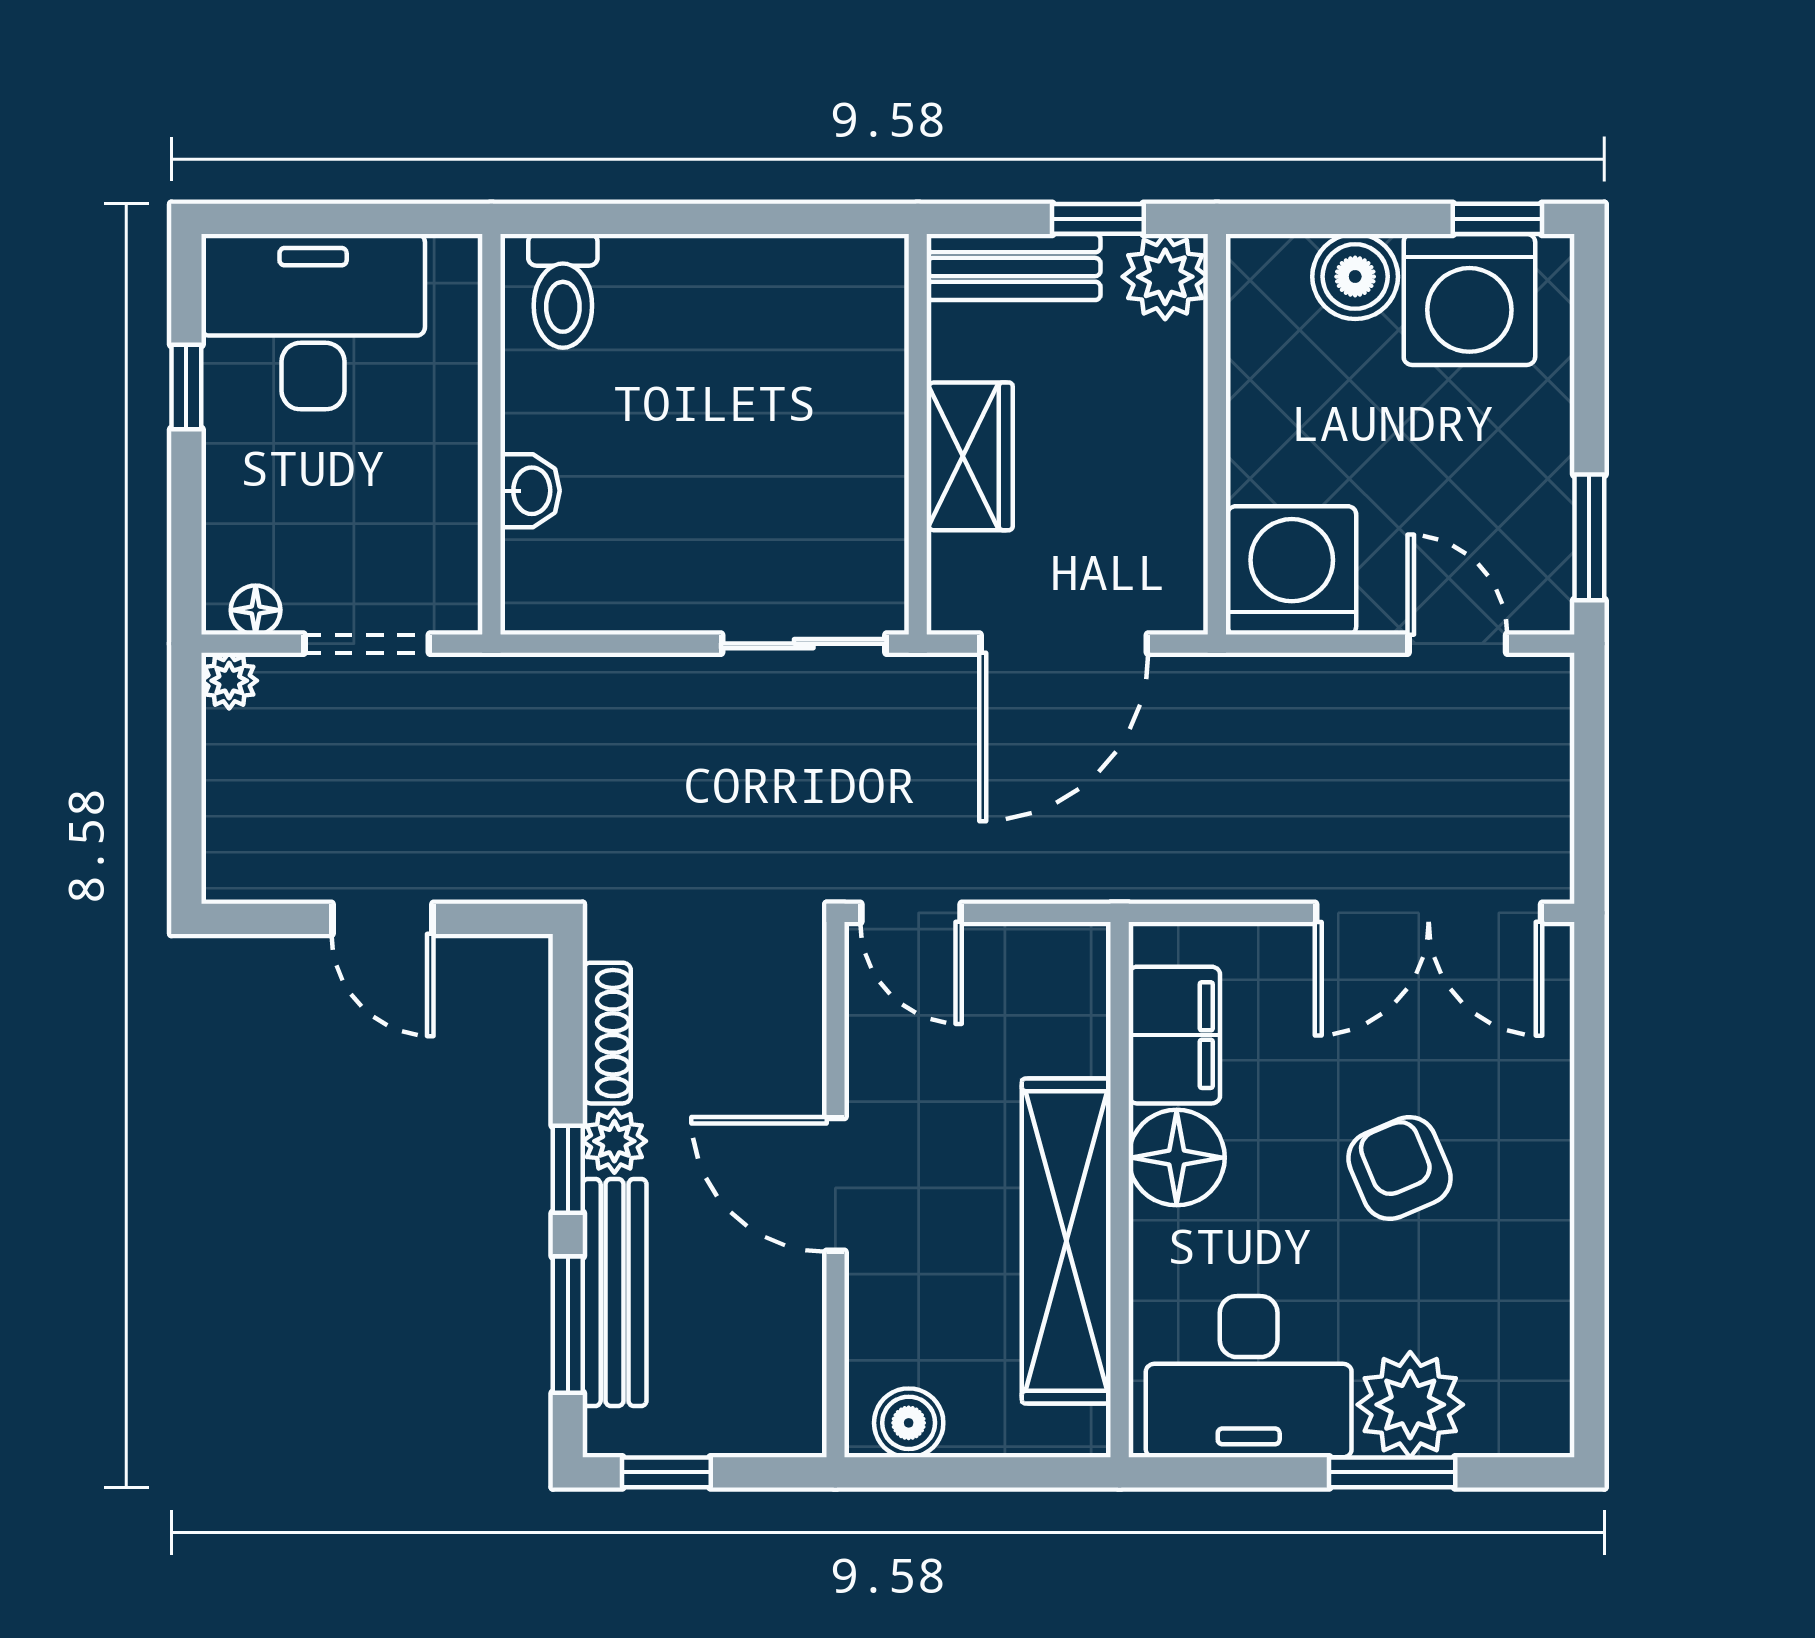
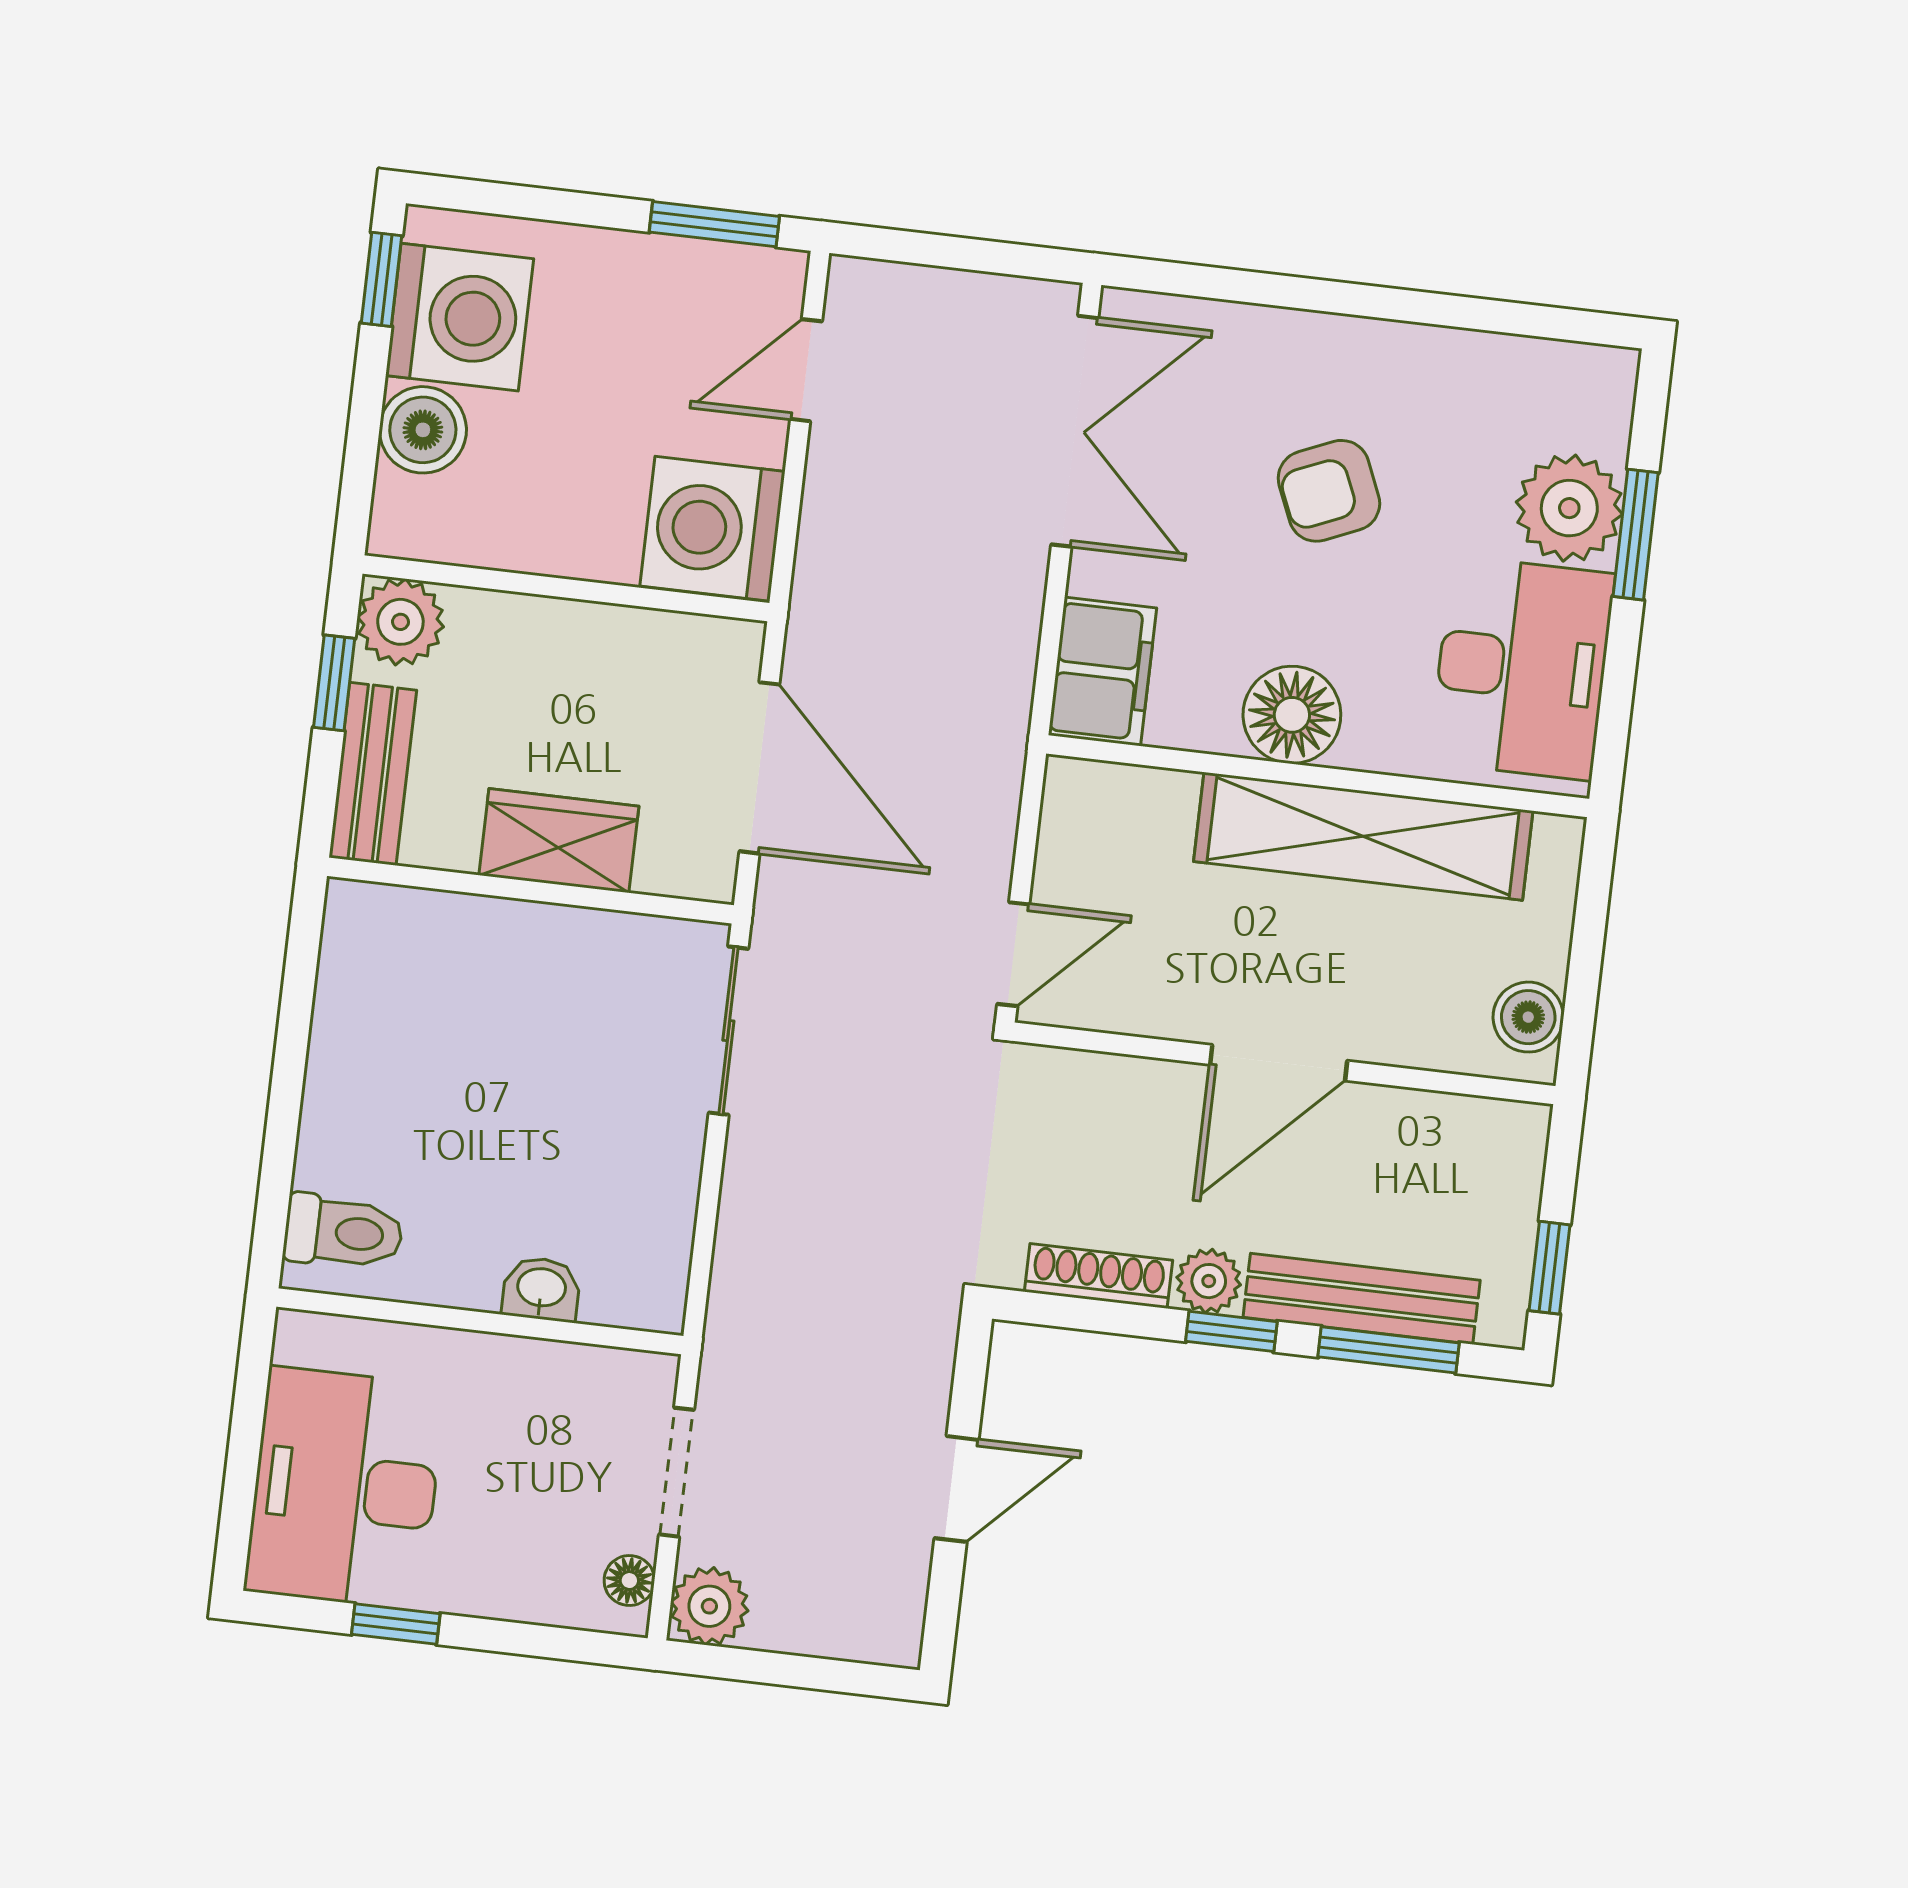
plant: (229, 681) -> (709, 1606), width x1.38, depth x1.38
filing cabinet: (1174, 1035) -> (1102, 672), moved, turned 90

